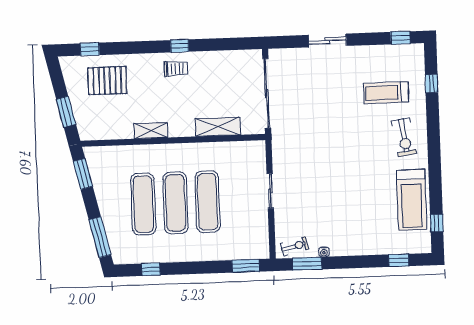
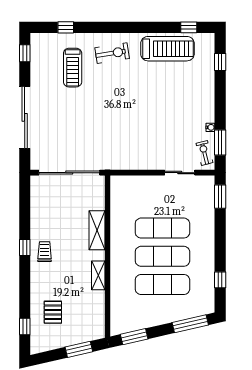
sliding door: (327, 40) -> (25, 117), width x1.86
pallet: (107, 81) -> (53, 312), width x0.67, depth x0.71
shelving: (218, 127) -> (97, 230), moved
sliding door: (270, 191) -> (180, 173), moved

